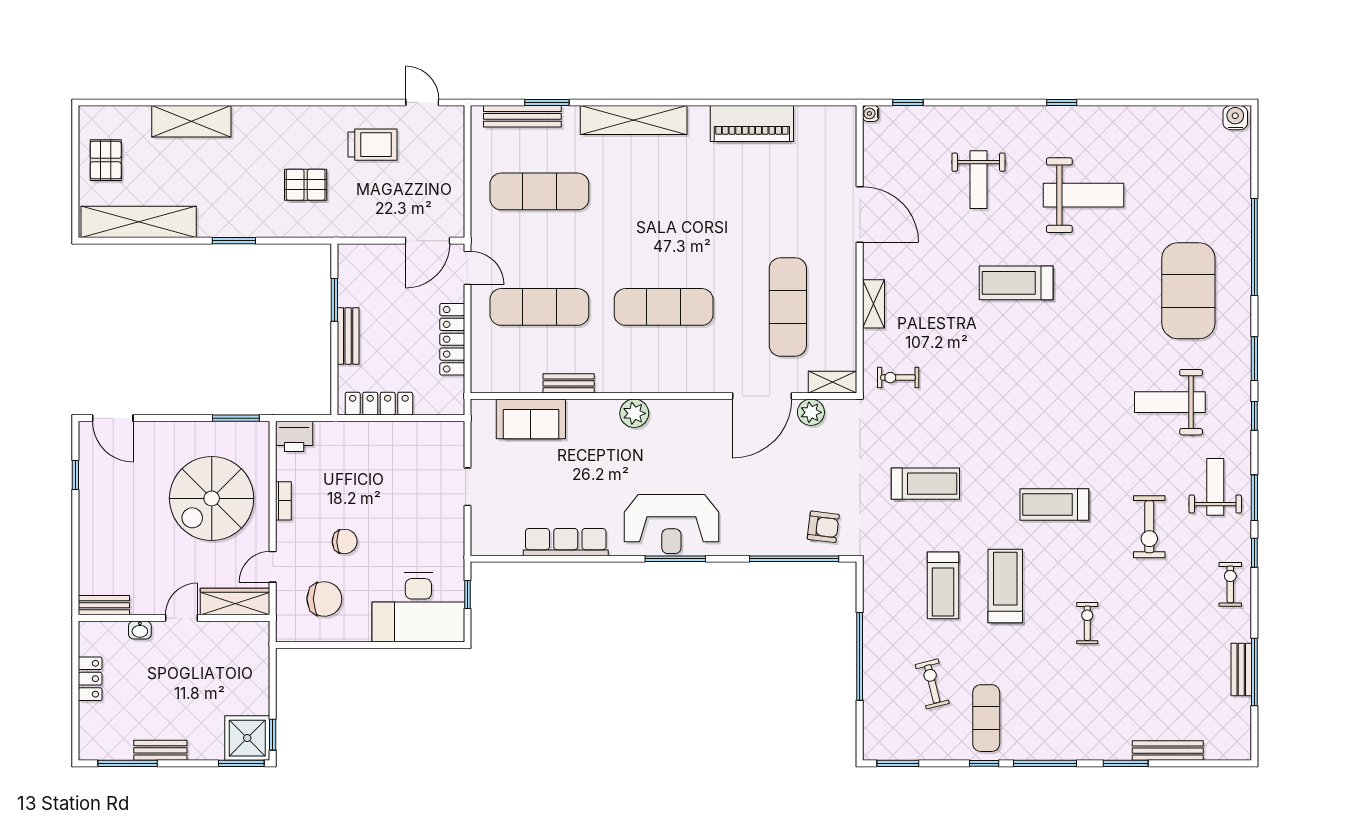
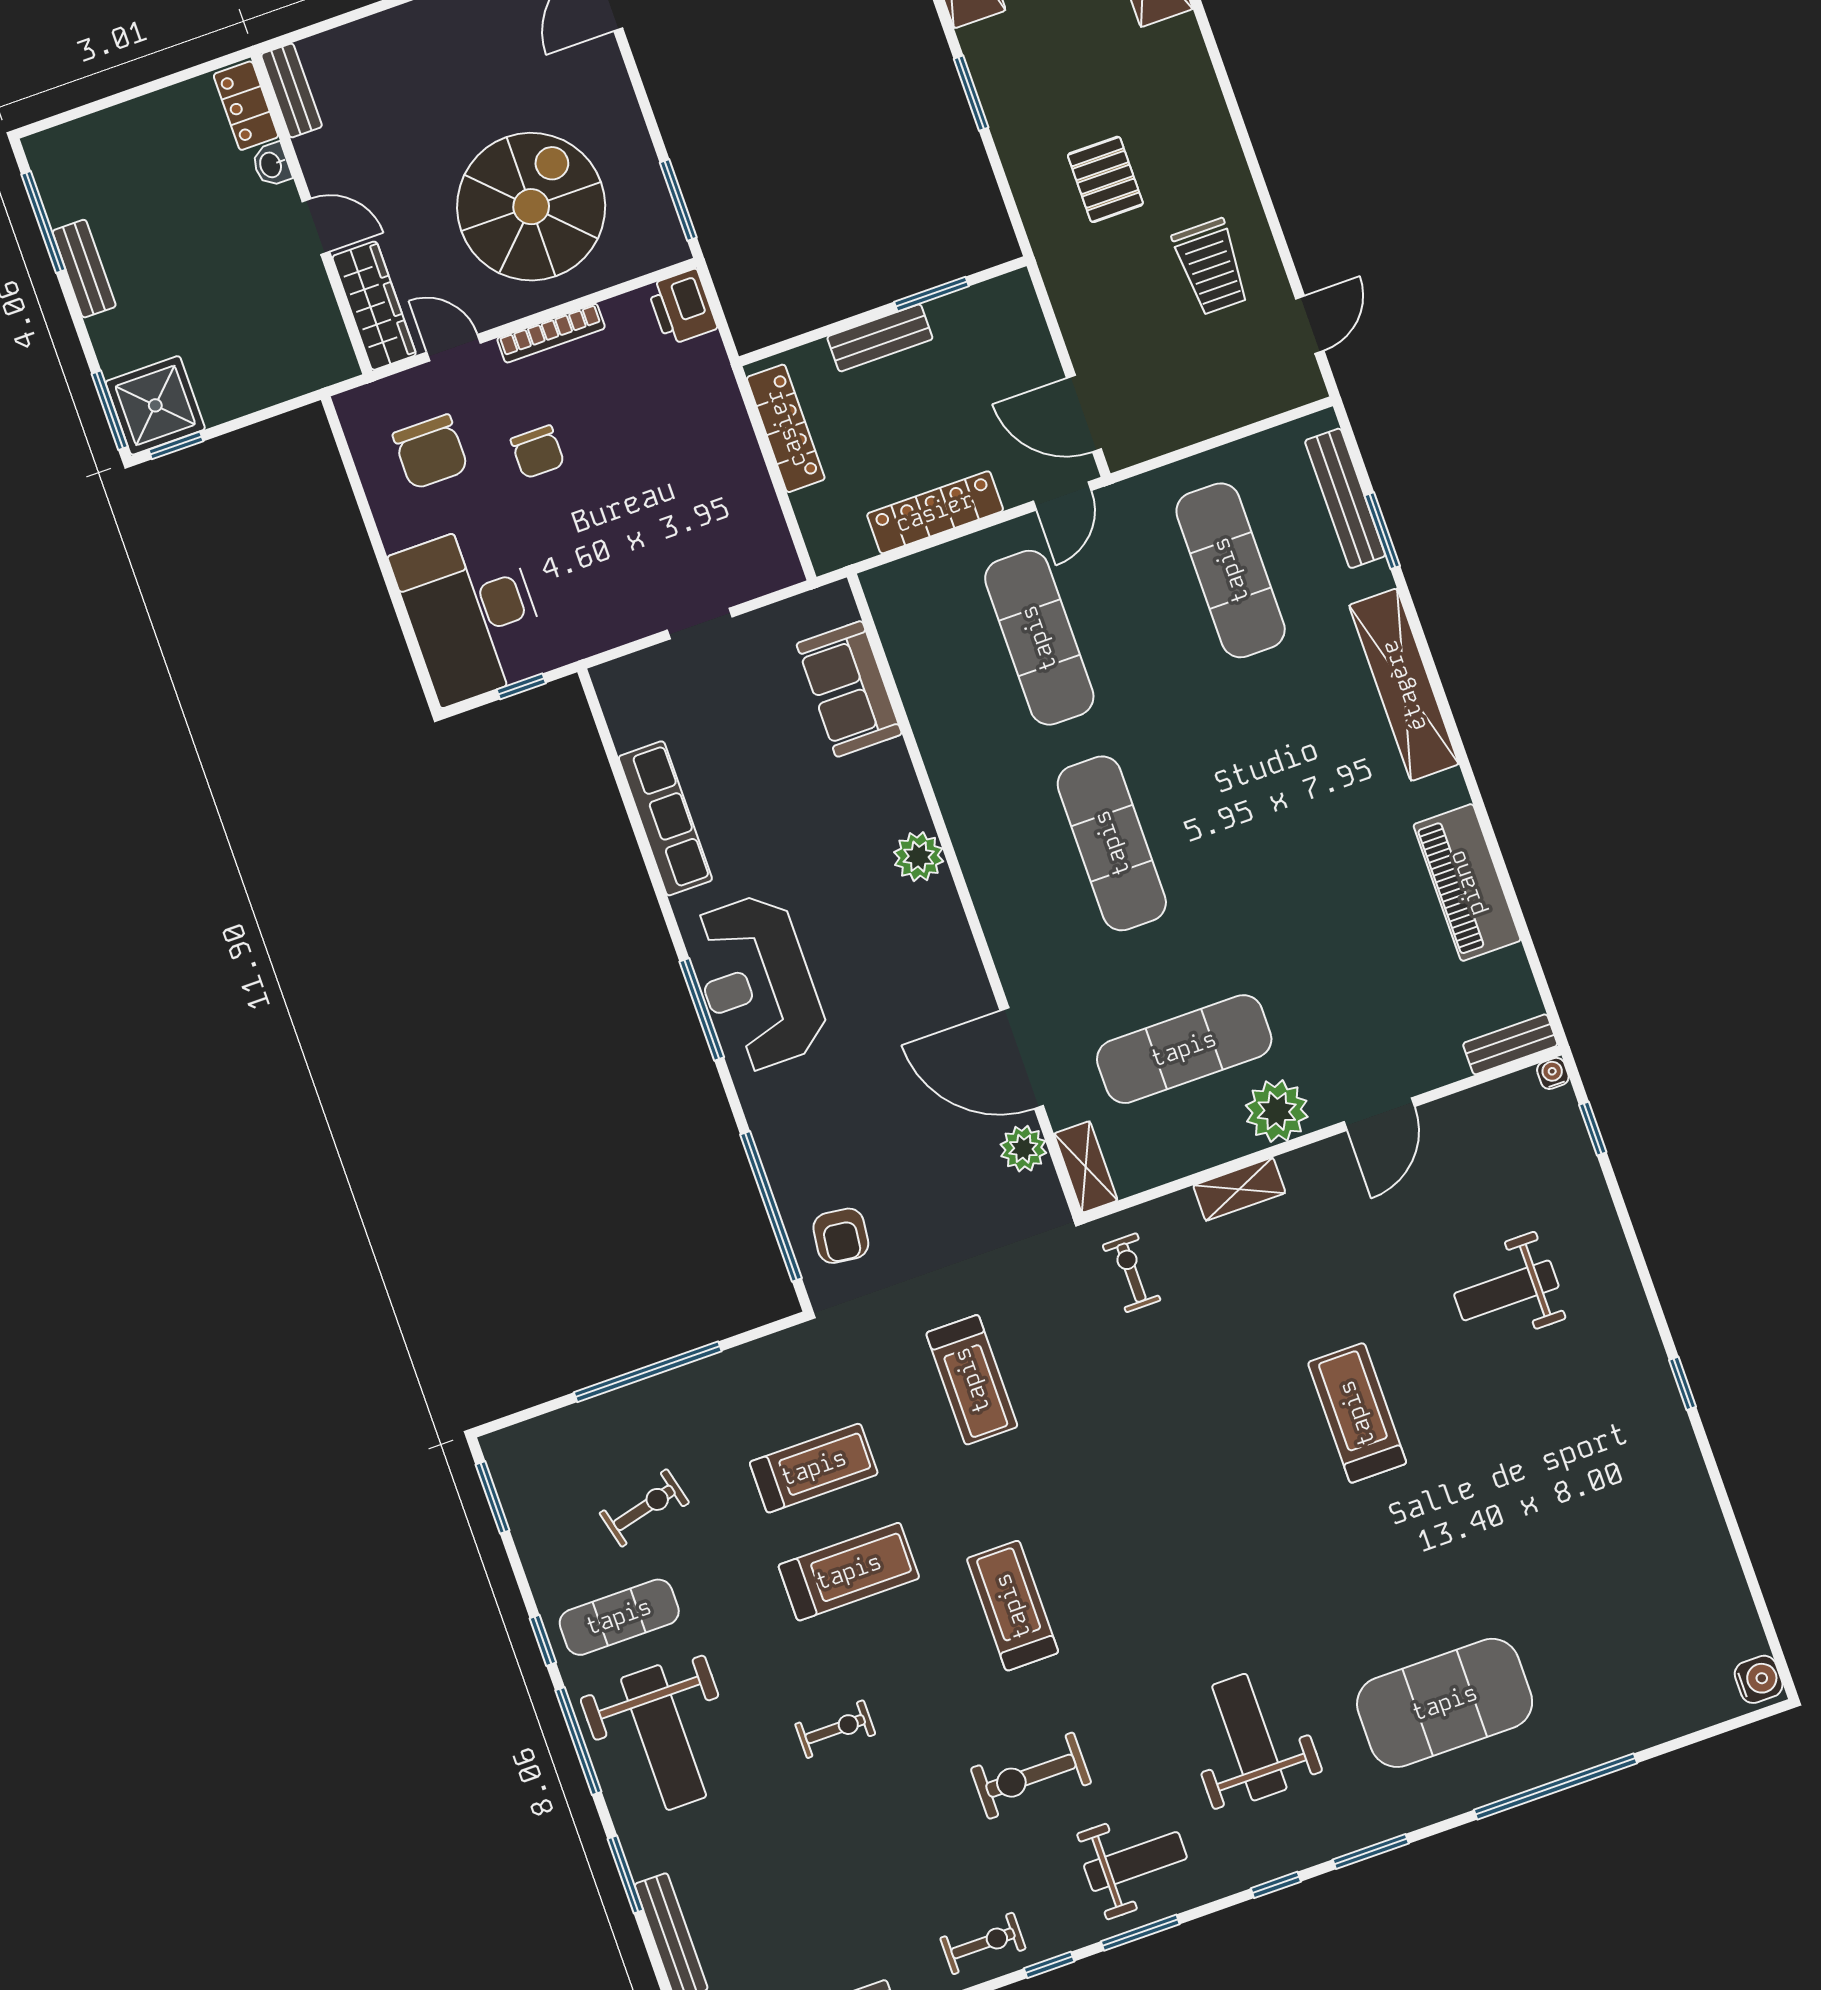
weight bench: (1083, 195) -> (664, 1738), moved
door: (860, 214) -> (1379, 1114), width x0.73
plant: (839, 269) -> (1277, 1111), added
bench: (569, 383) -> (1510, 1044), moved, turned 90
spiral stairs: (212, 498) -> (531, 207), turned 90
bookcase: (283, 501) -> (551, 333), width x1.56
treadmill: (943, 585) -> (814, 1468), turned 180
locker: (90, 679) -> (246, 106), moved, turned 90

